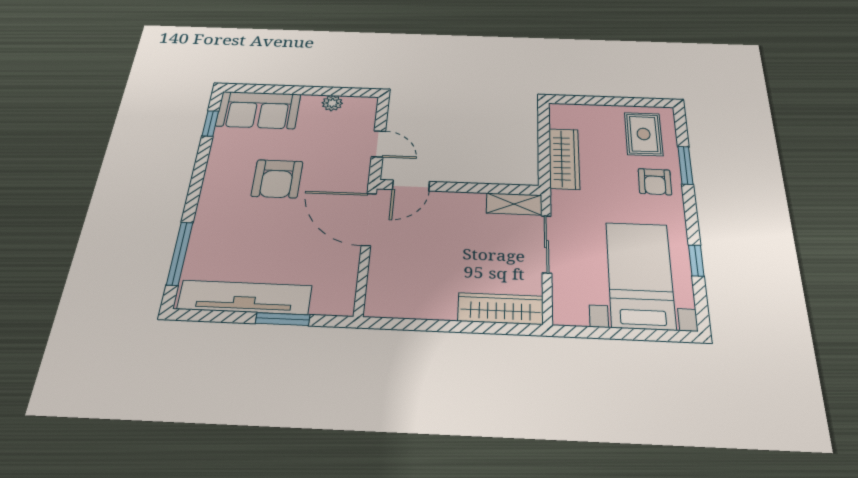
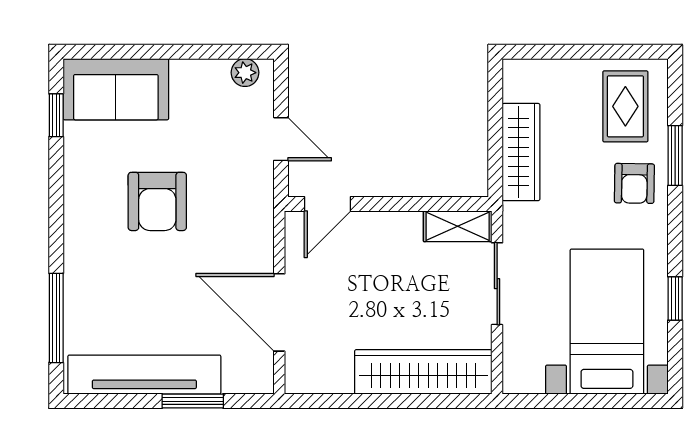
plant: (332, 103) -> (245, 73), moved
door: (369, 219) -> (279, 312), moved
wardrobe: (500, 309) -> (423, 372), width x1.40, depth x1.17

